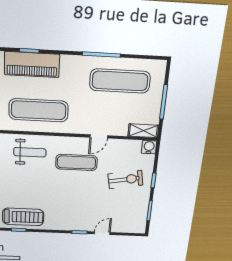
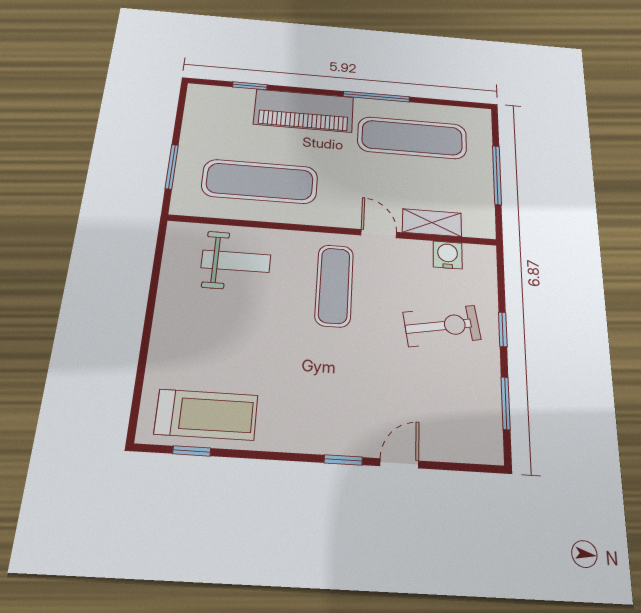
piano: (32, 65) -> (304, 111), moved
shelving: (143, 131) -> (432, 223), moved
door: (99, 136) -> (379, 234), swing flipped
water cooler: (149, 147) -> (448, 255), moved
exercise mat: (76, 162) -> (334, 285), turned 90

